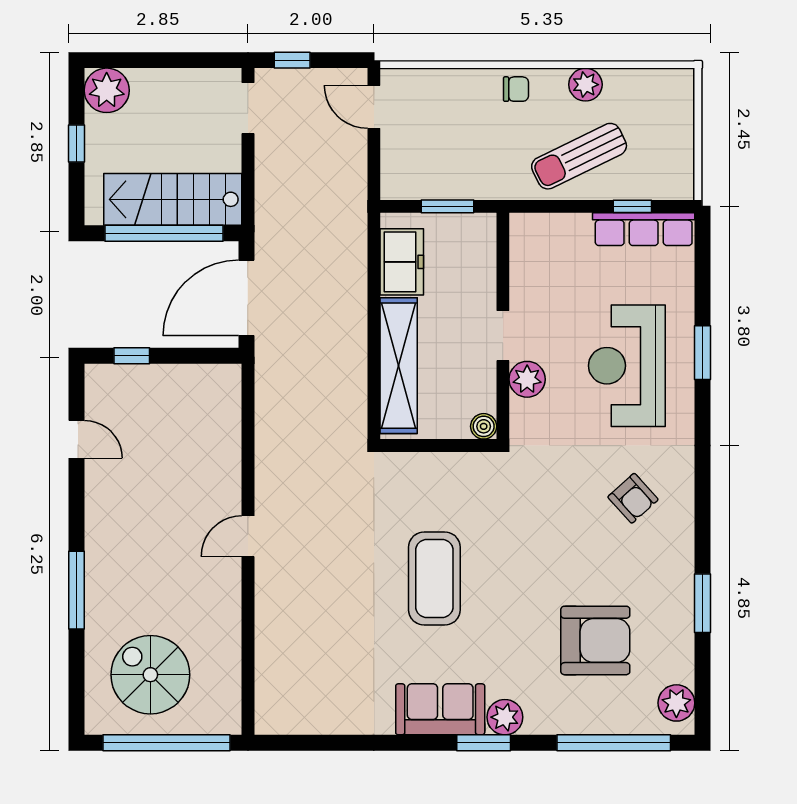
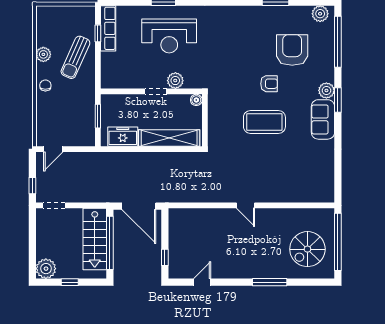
sun lounger: (579, 156) -> (75, 57), turned 50
armchair: (633, 498) -> (269, 84), moved, turned 42

